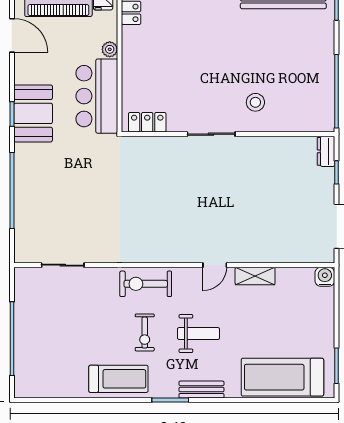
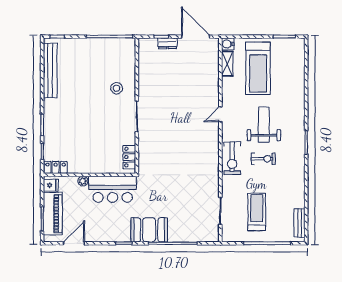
booth: (33, 113) -> (149, 230), moved
dresser: (326, 151) -> (168, 43), moved
door: (215, 265) -> (220, 114), swing flipped
shelving: (255, 276) -> (227, 64), moved
weight bench: (198, 334) -> (264, 124), width x1.36, depth x1.33
treadmill: (282, 377) -> (258, 68), moved
treadmill: (118, 379) -> (257, 212), moved
bench: (201, 390) -> (299, 223), moved

